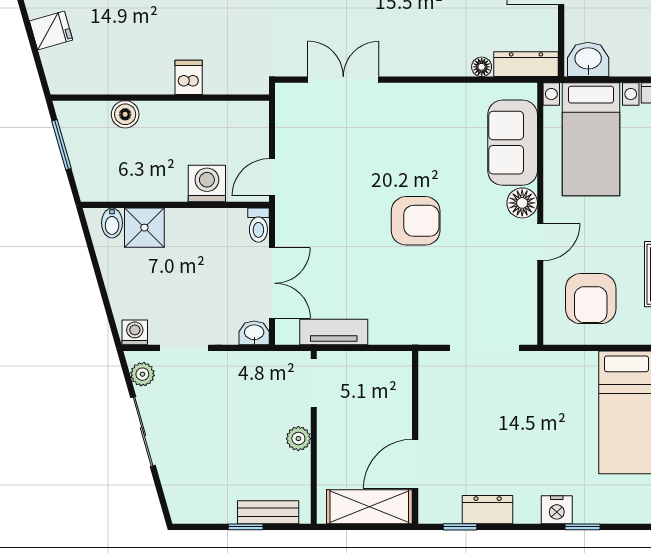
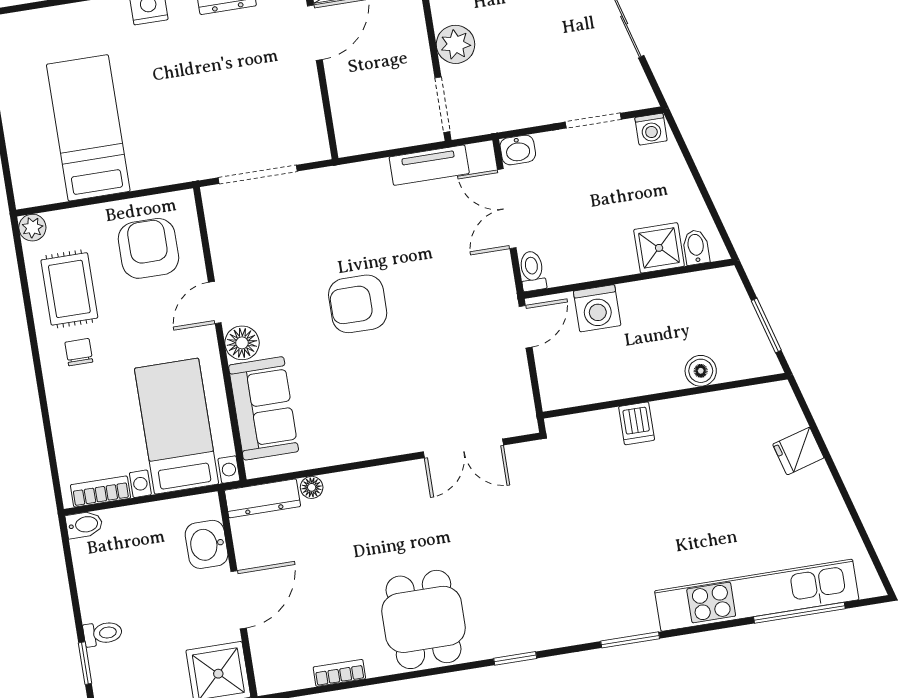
washbasin: (588, 59) -> (207, 544), moved, turned 90
plant: (142, 374) -> (635, 84), removed
plant: (298, 439) -> (455, 44), width x1.38, depth x1.38

